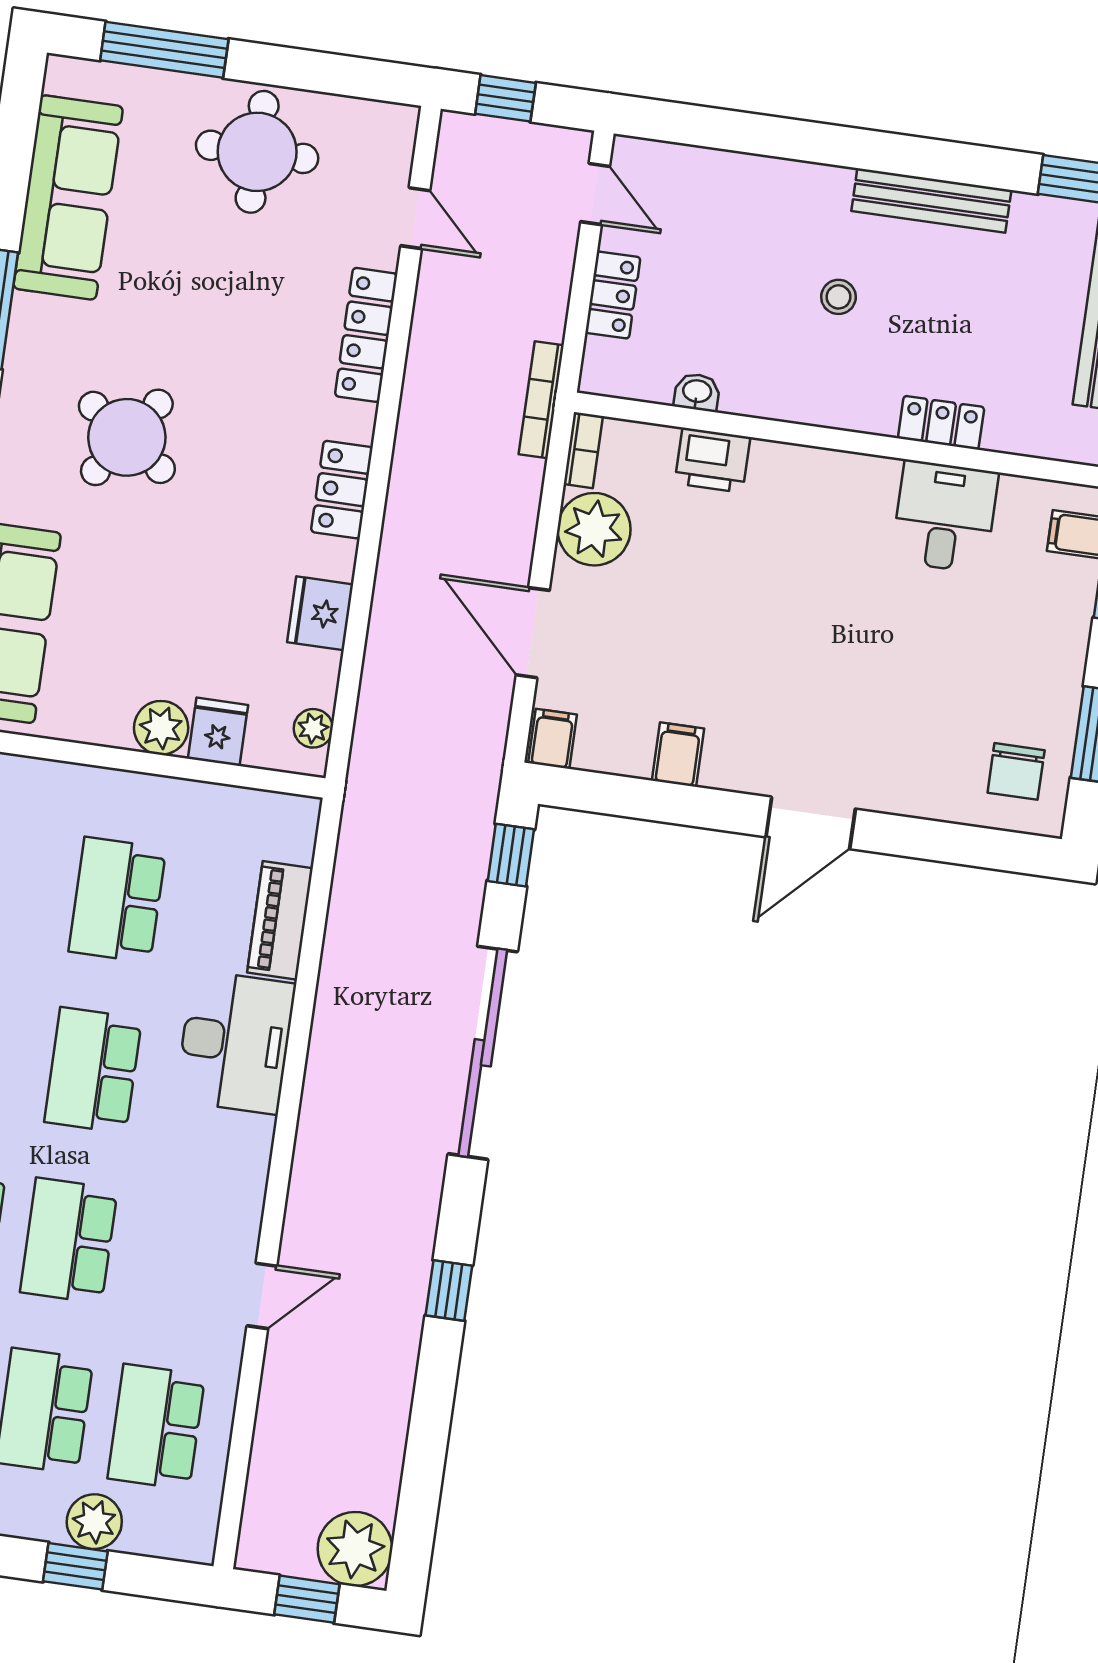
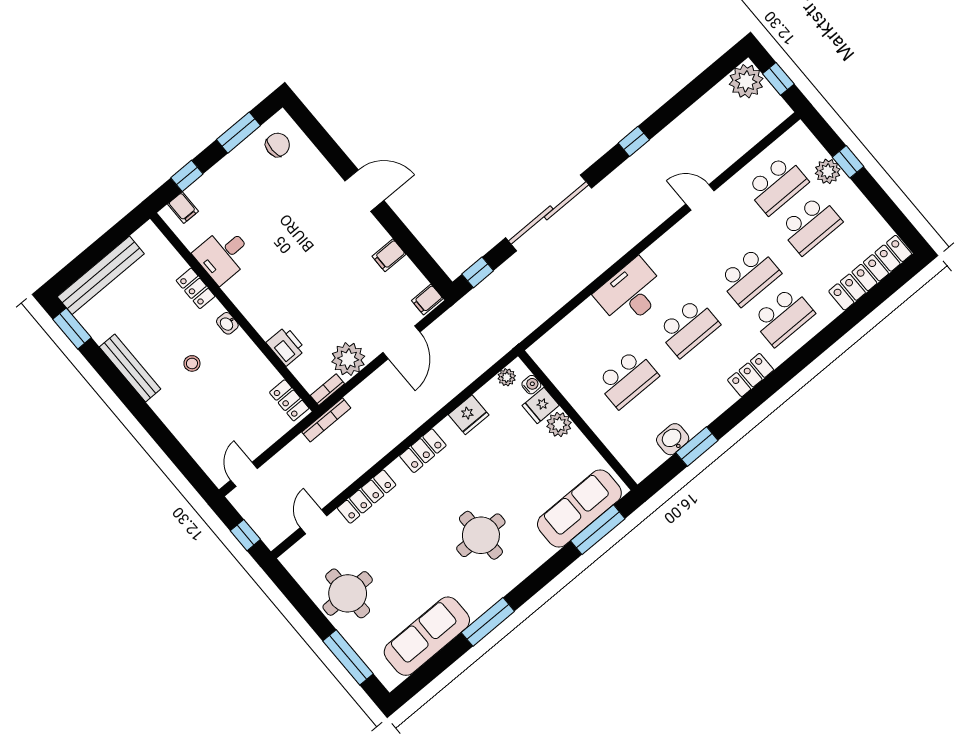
locker: (613, 295) -> (289, 400), moved, turned -90
washbasin: (697, 392) -> (227, 323), moved
round table: (127, 437) -> (481, 535), turned -35
water cooler: (263, 752) -> (531, 385), added
piano: (280, 920) -> (578, 321), removed

